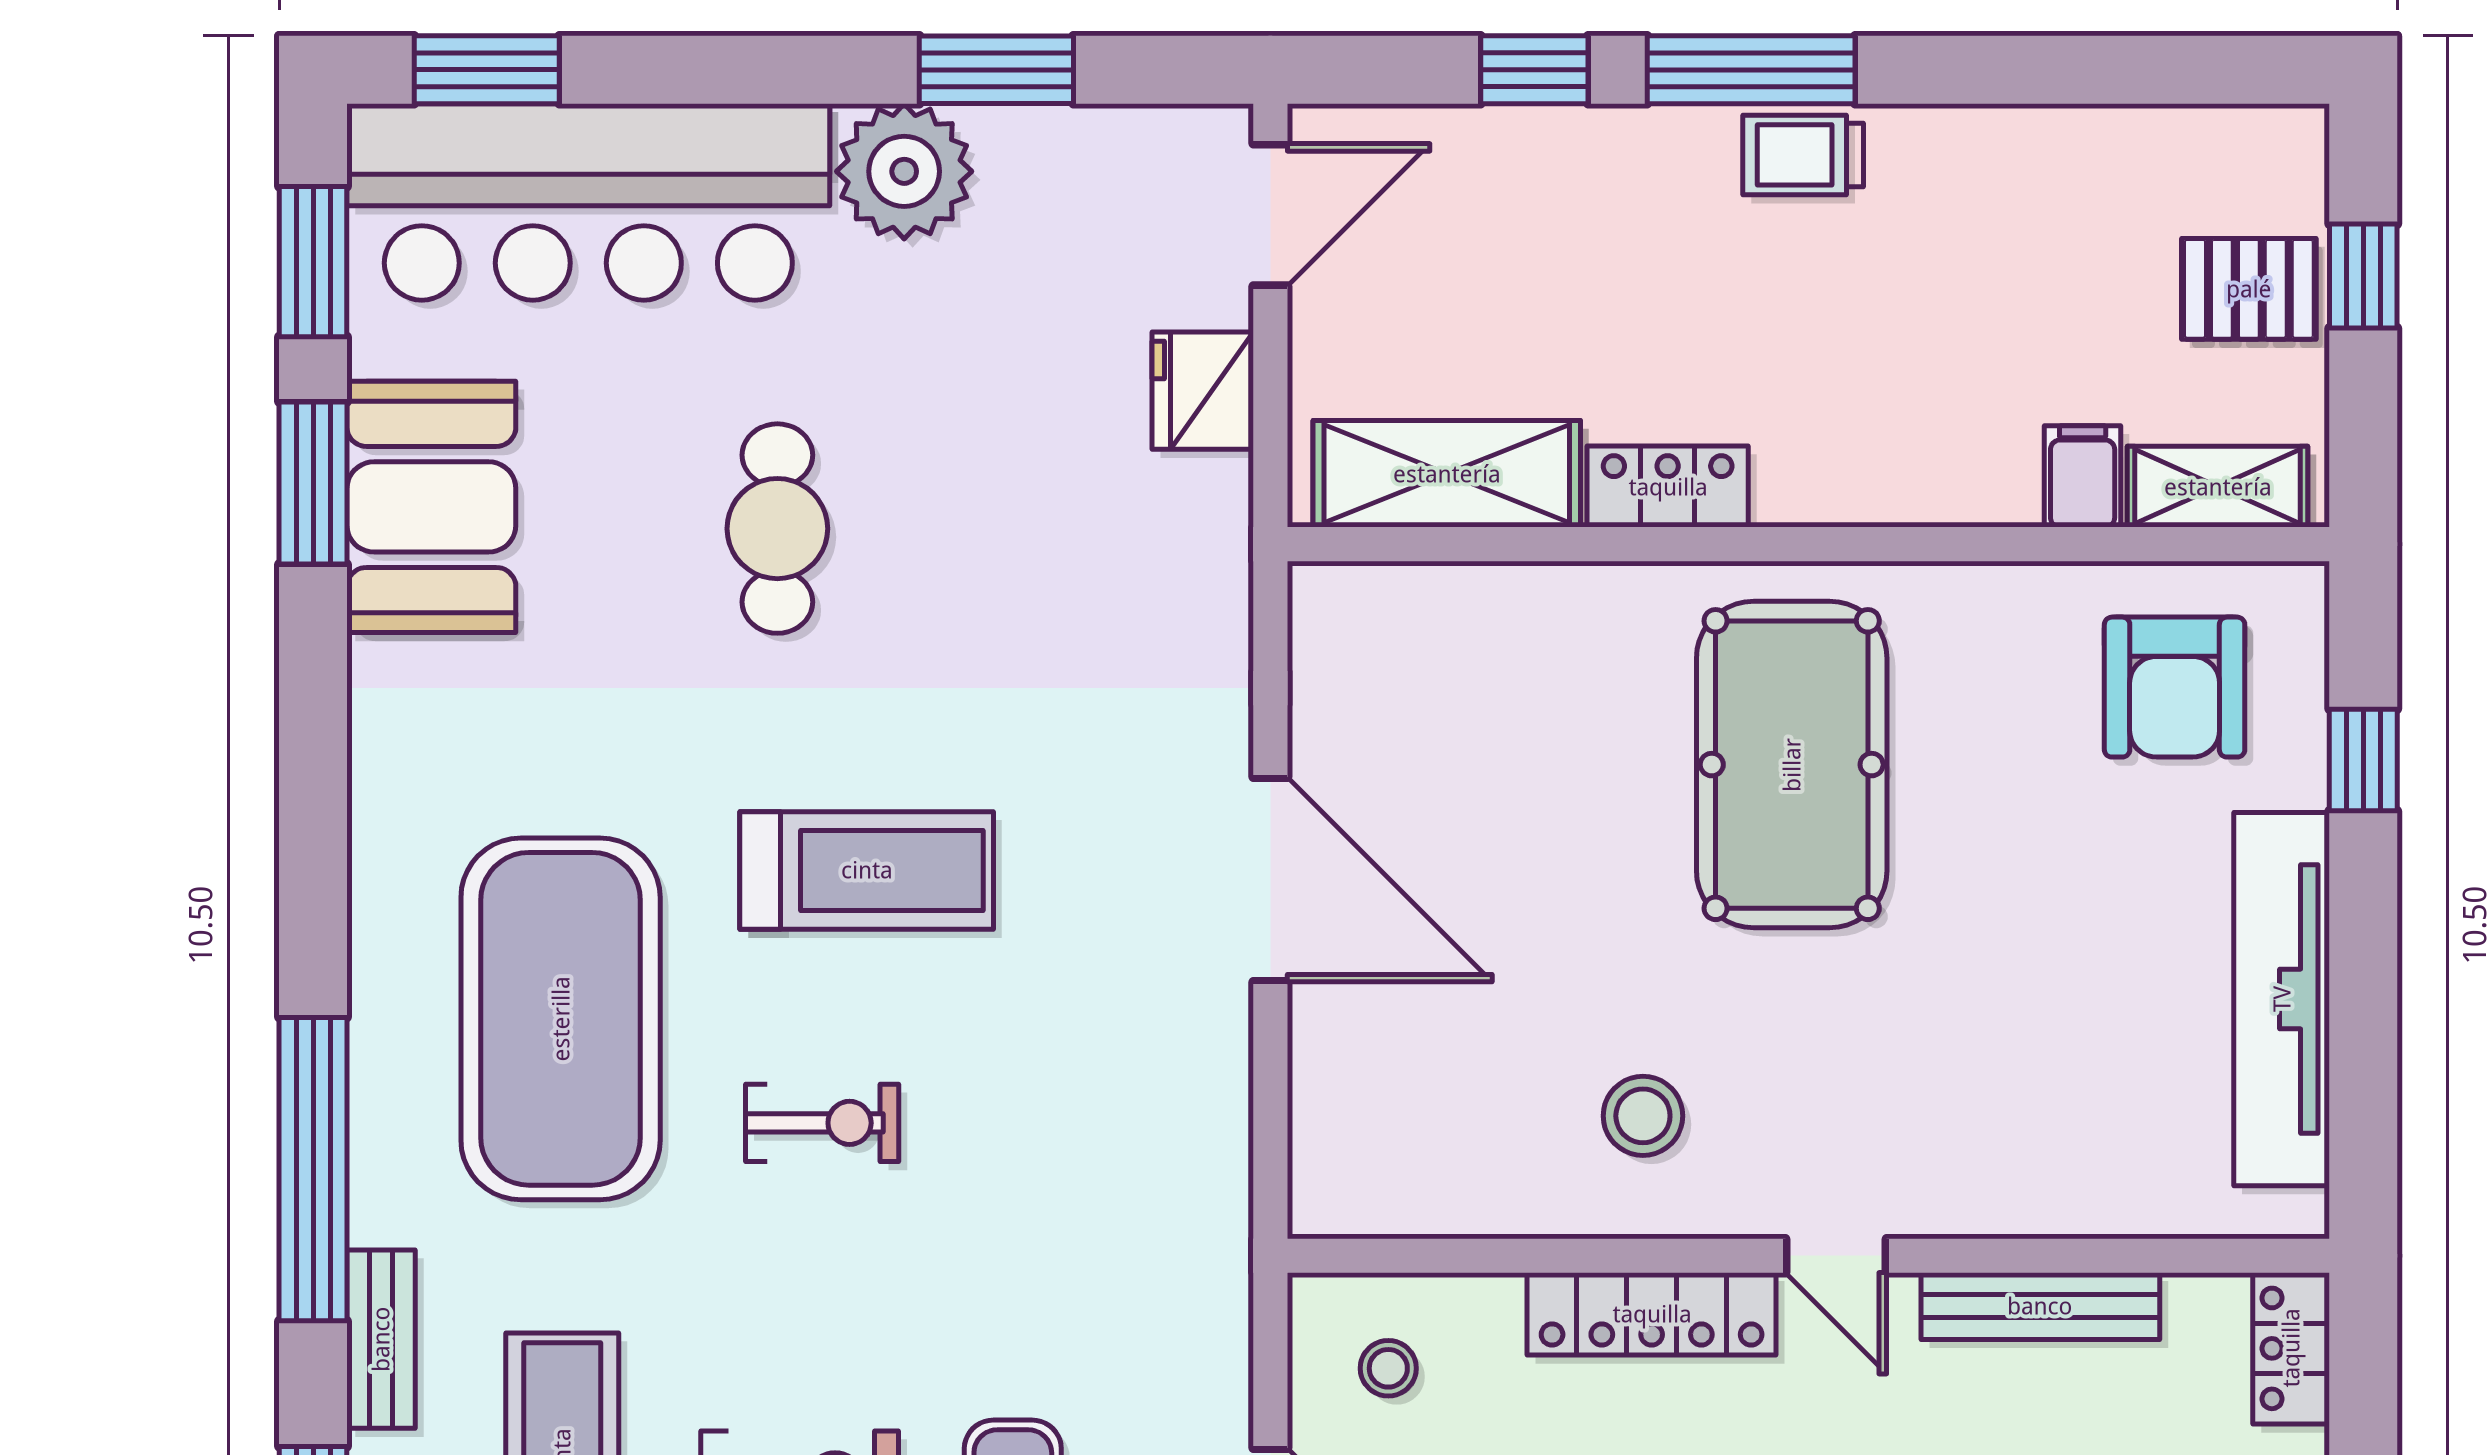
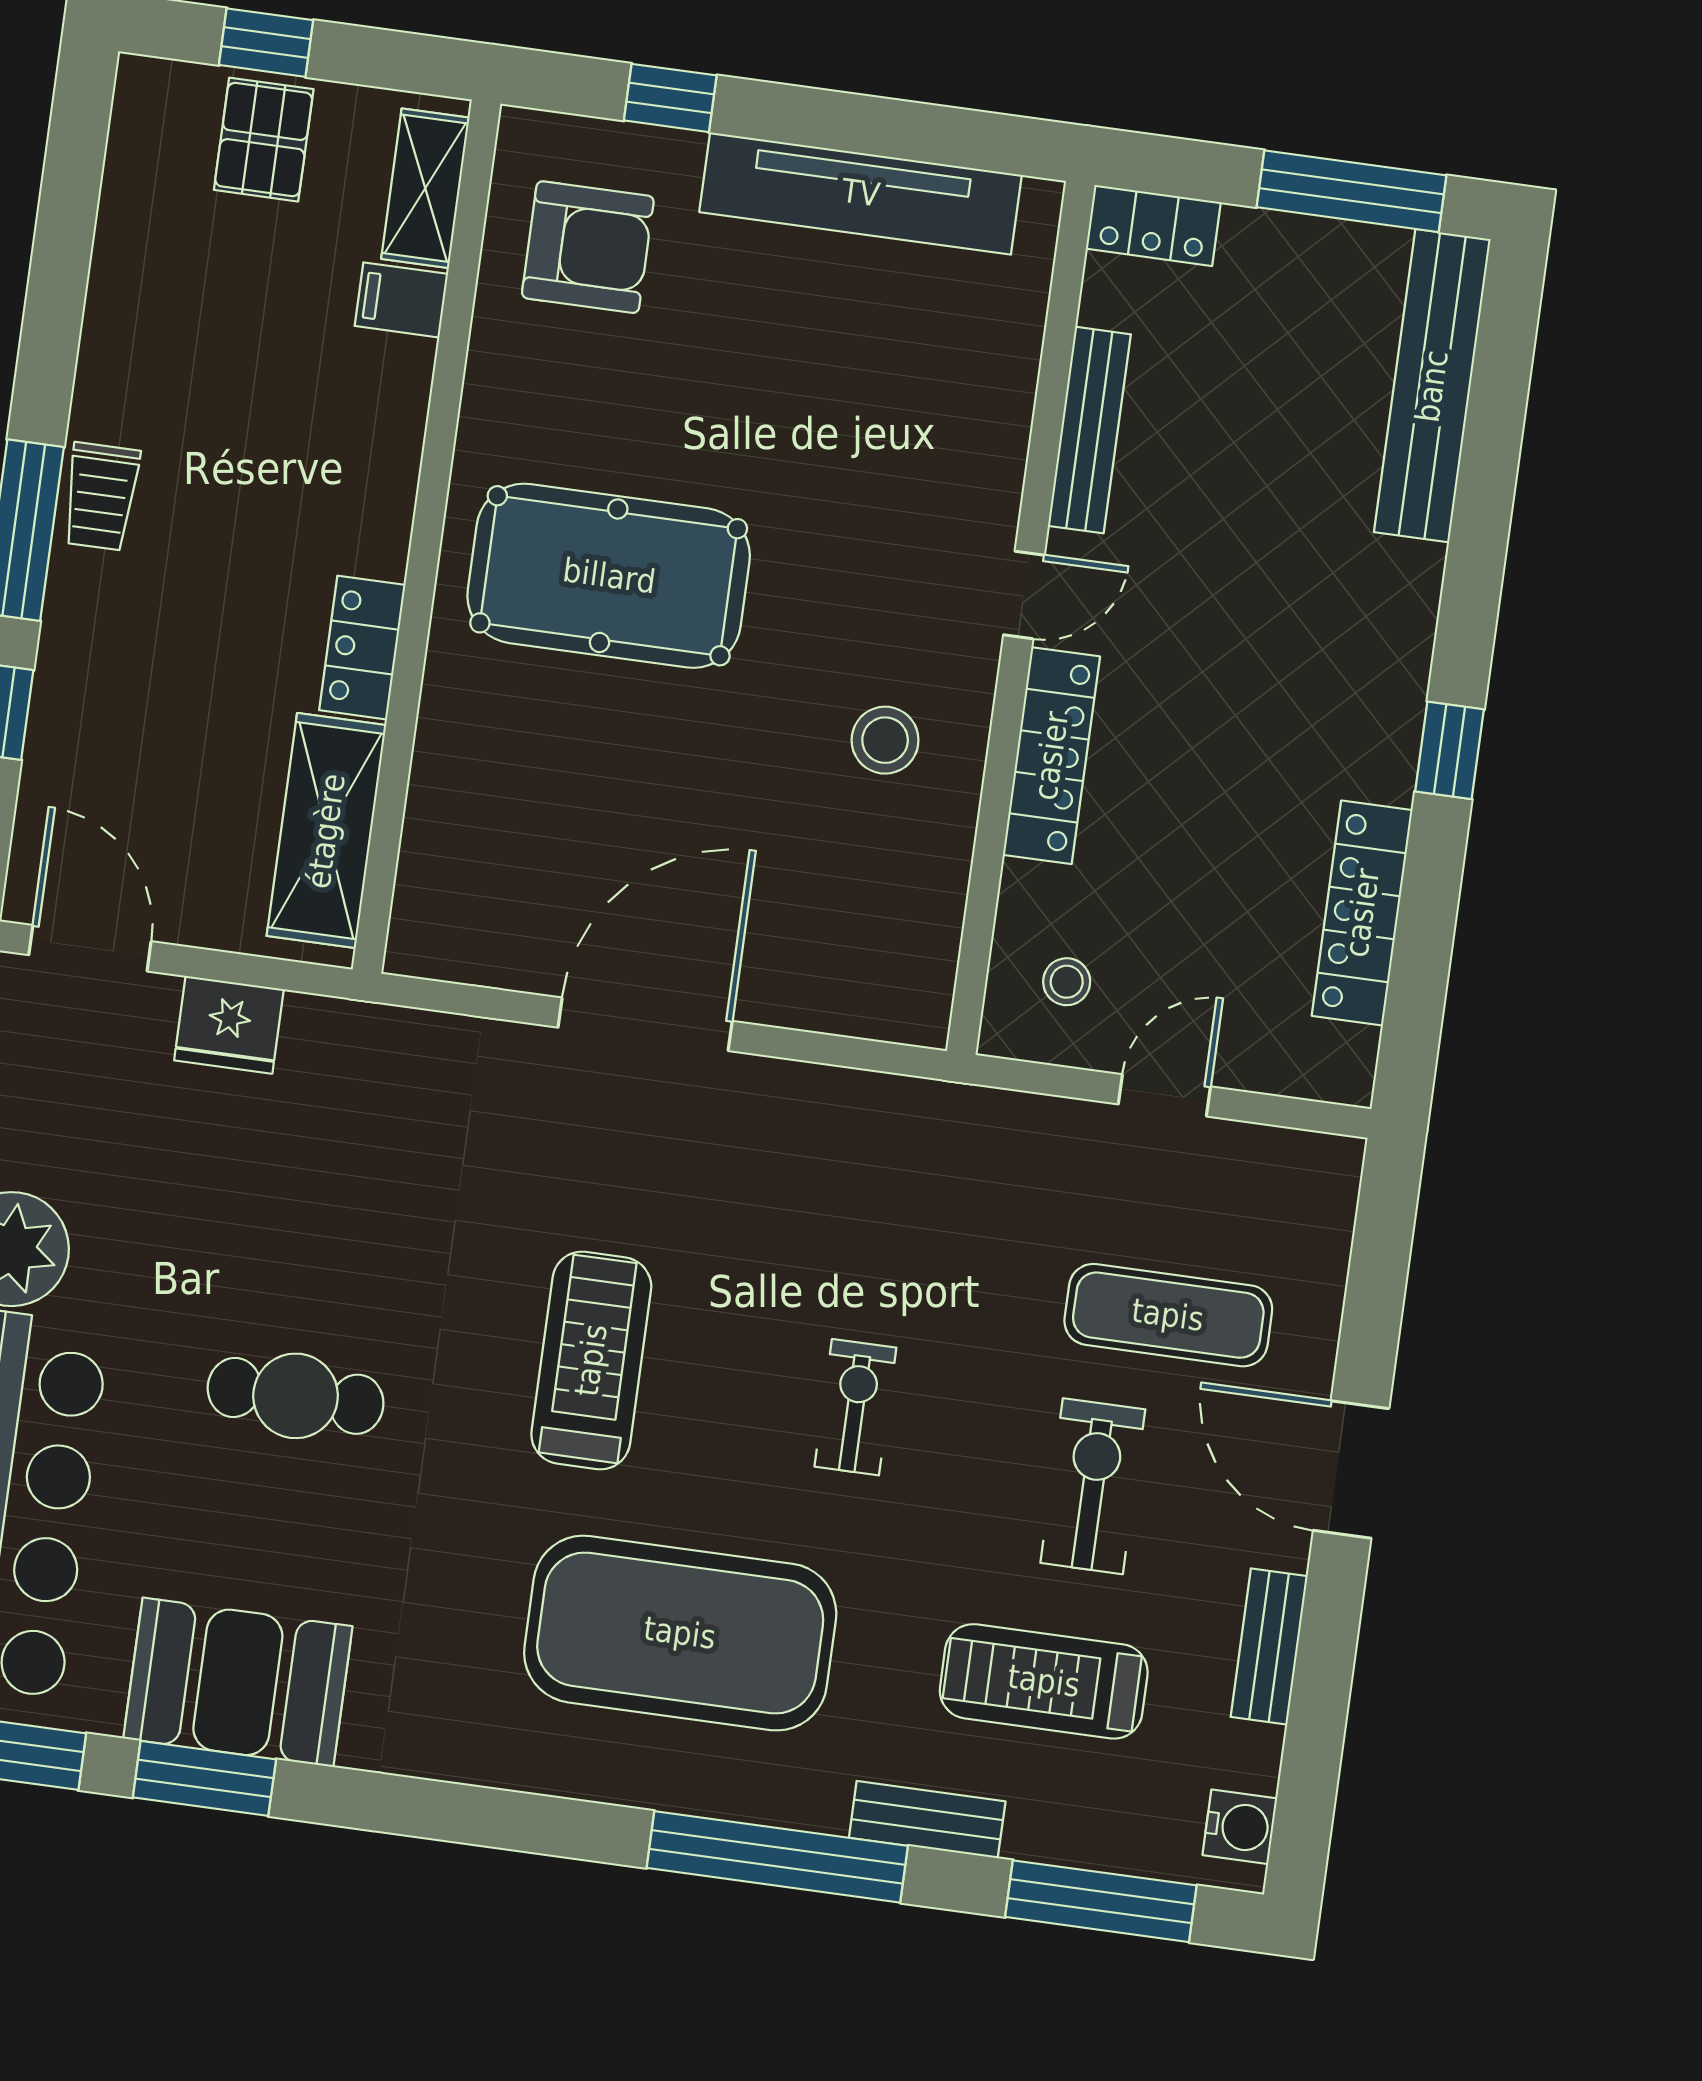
exercise bike: (822, 1123) -> (855, 1407), moved

